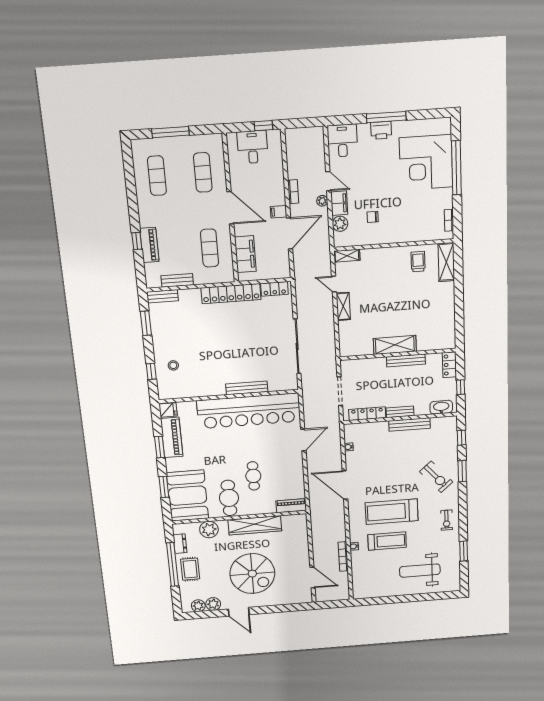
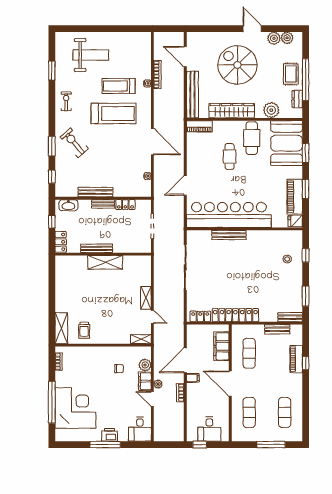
locker: (367, 414) -> (125, 205), width x0.66
bench: (302, 539) -> (192, 95), added

